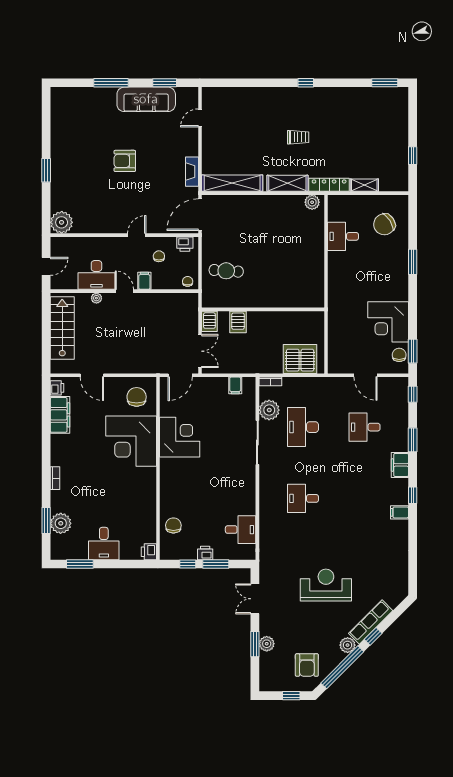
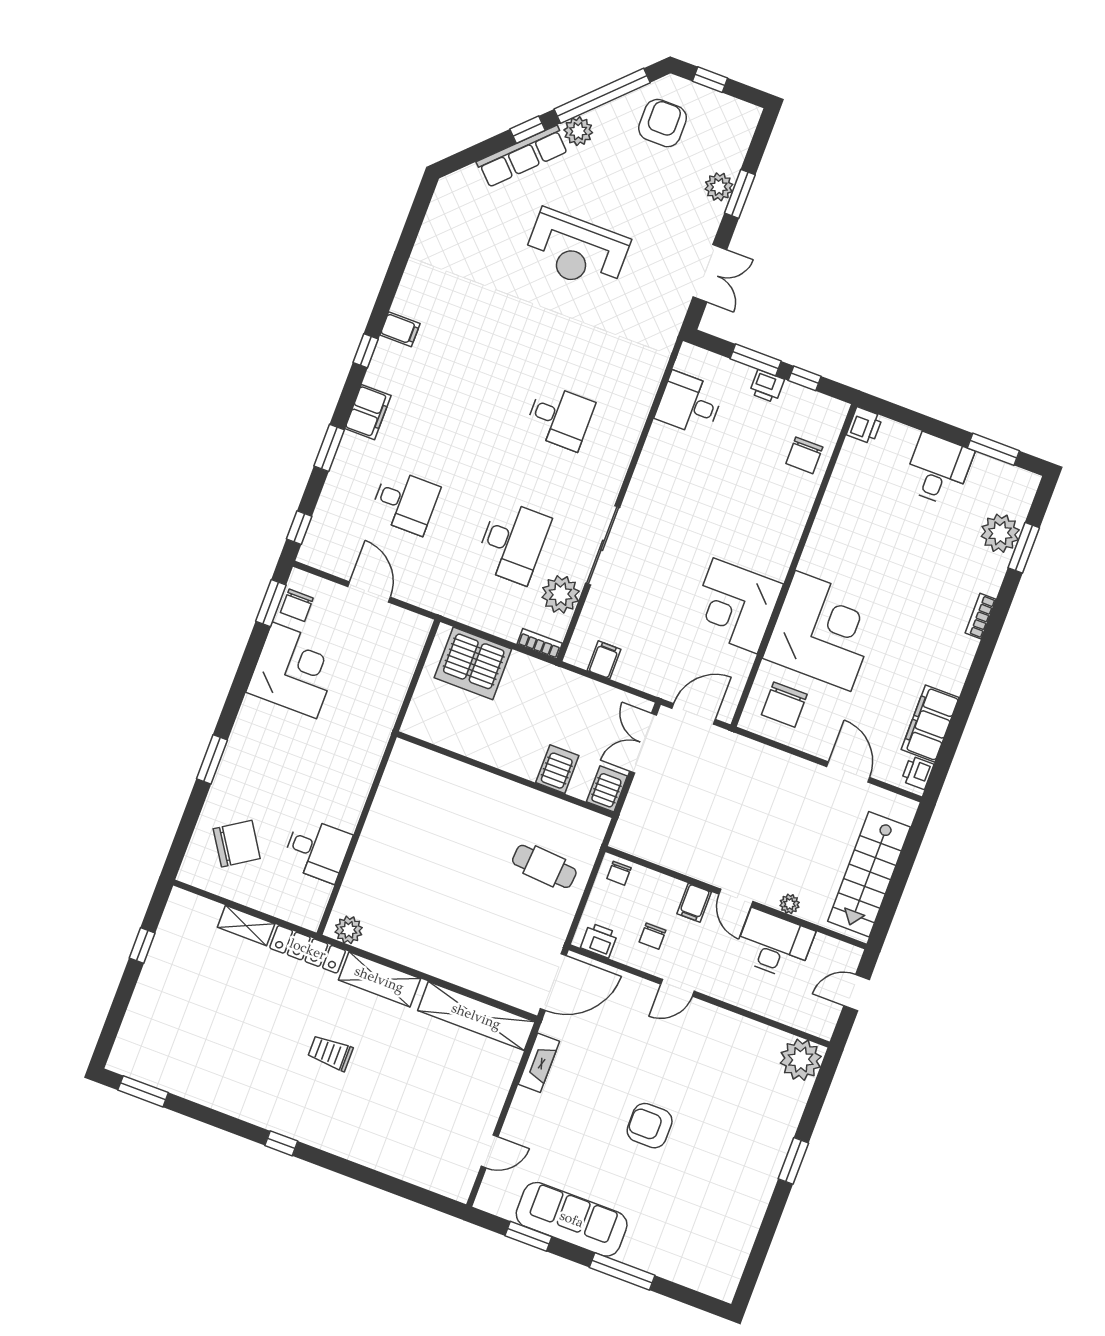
armchair: (125, 161) -> (650, 1126), turned 180

